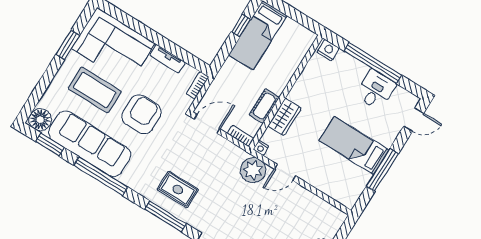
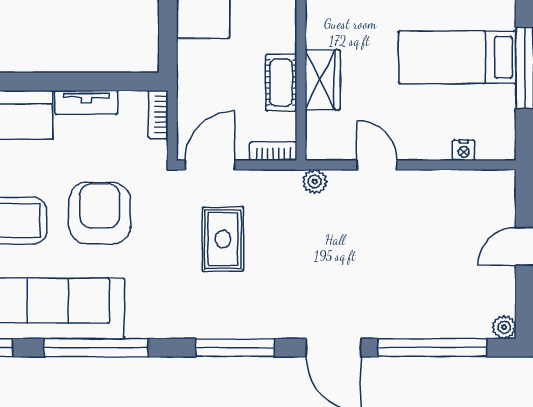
nightstand: (261, 148) -> (464, 150), moved
plant: (253, 170) -> (315, 181), width x0.53, depth x0.53
door: (285, 172) -> (377, 165), swing flipped
rug: (178, 190) -> (223, 239), moved, turned 90

